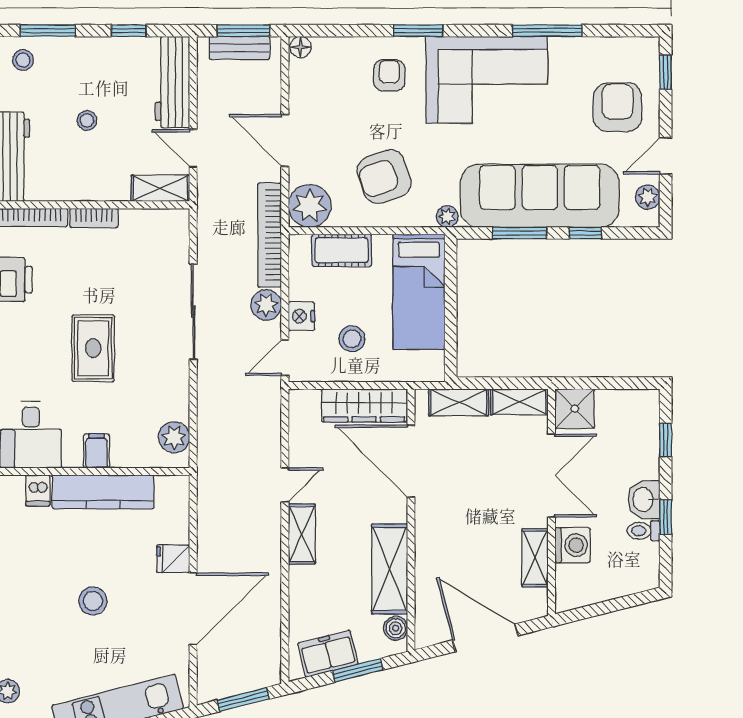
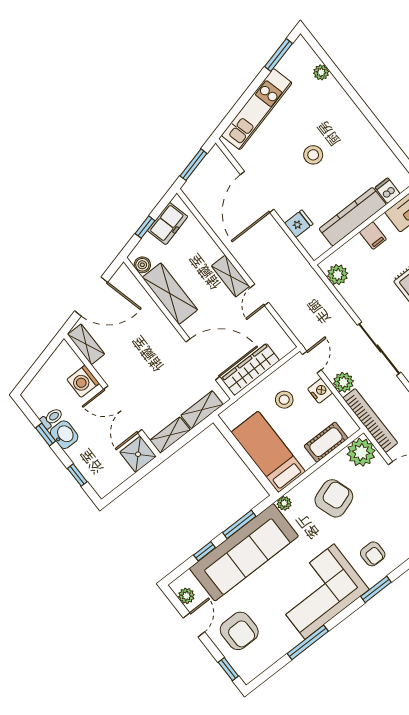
shelving: (535, 558) -> (86, 344), moved
fridge: (173, 559) -> (299, 224), moved
window: (358, 670) -> (145, 227), width x0.67

